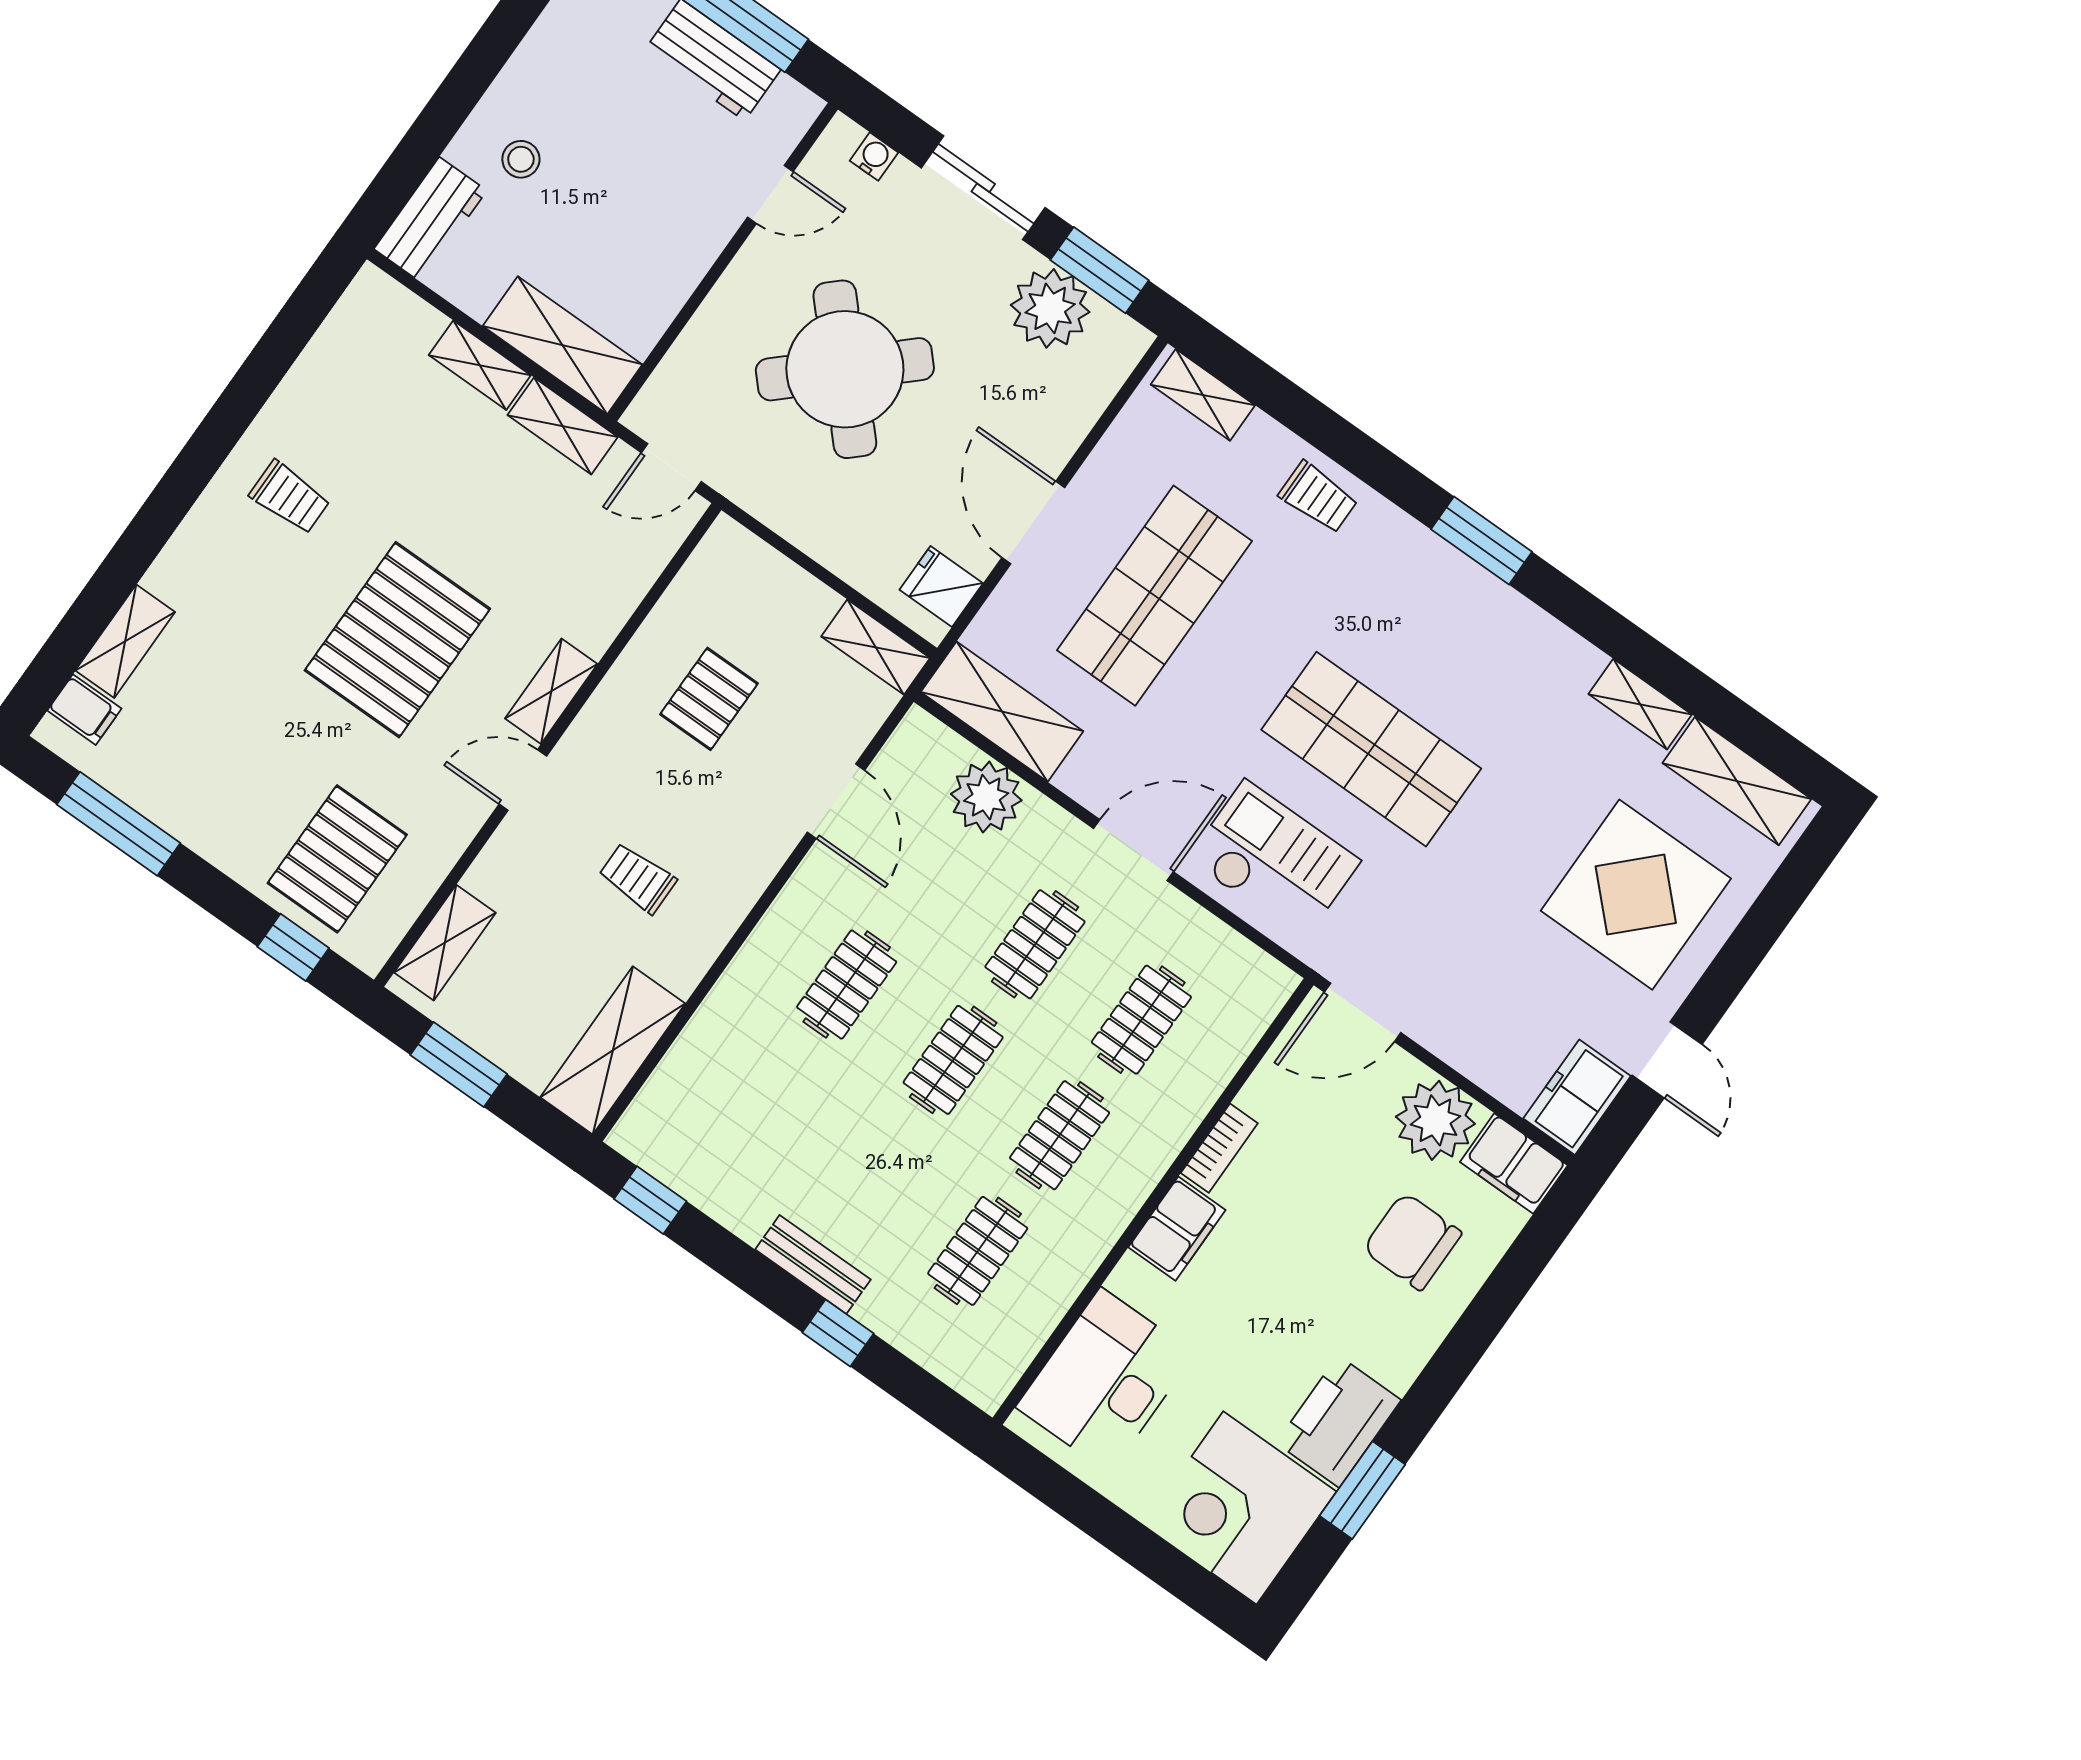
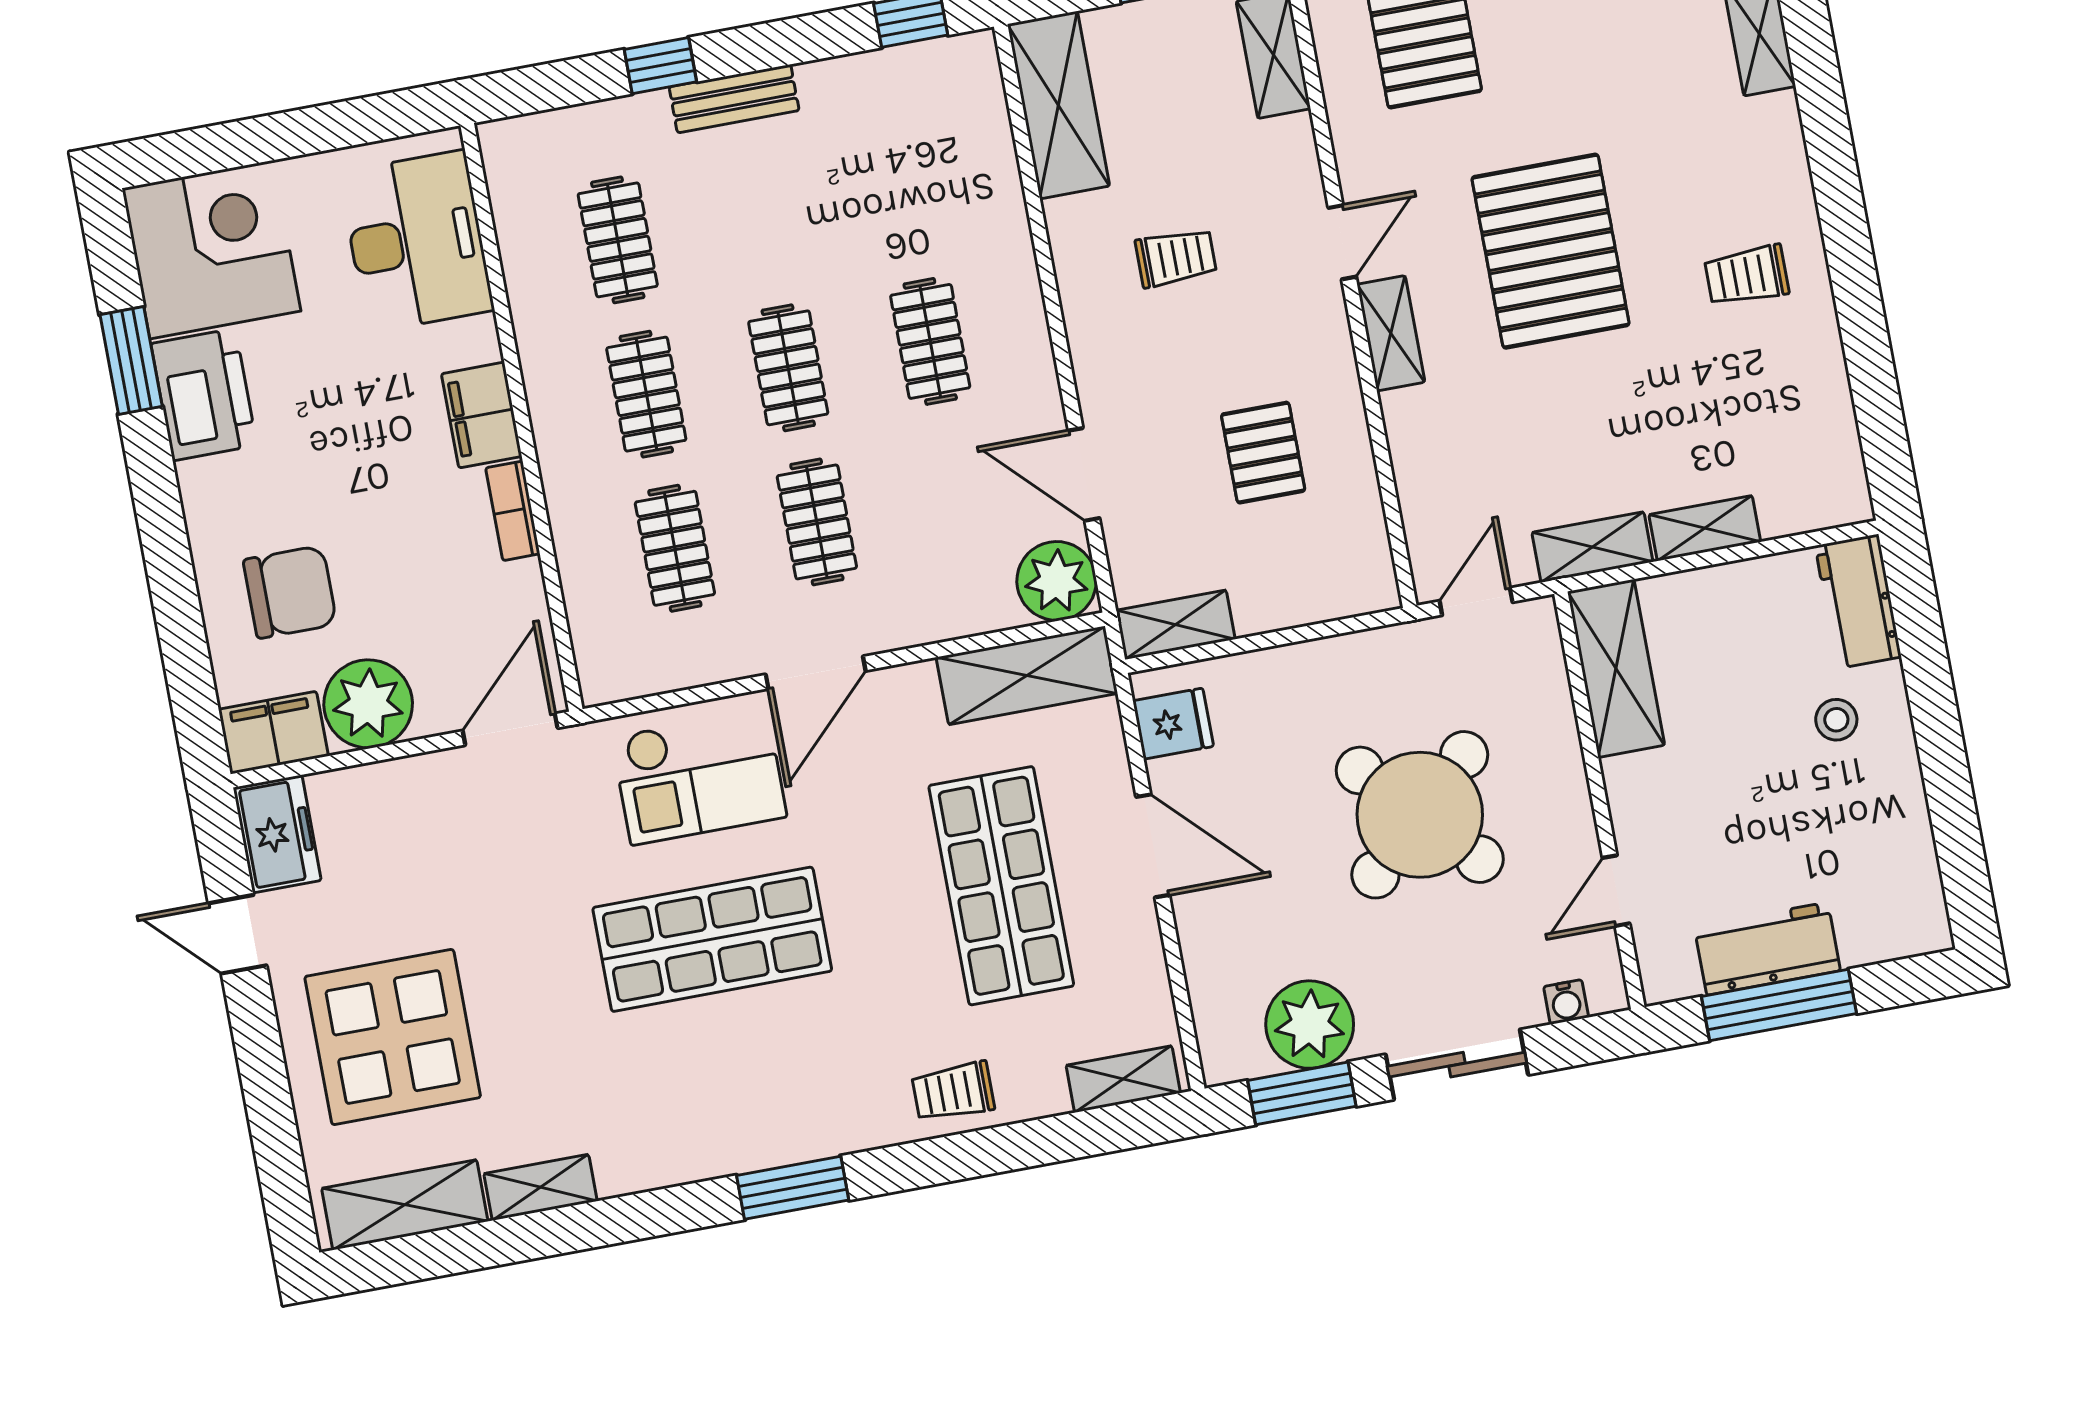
shelving: (562, 345) -> (1616, 668), moved, turned 90
plant: (986, 797) -> (1057, 581), moved

